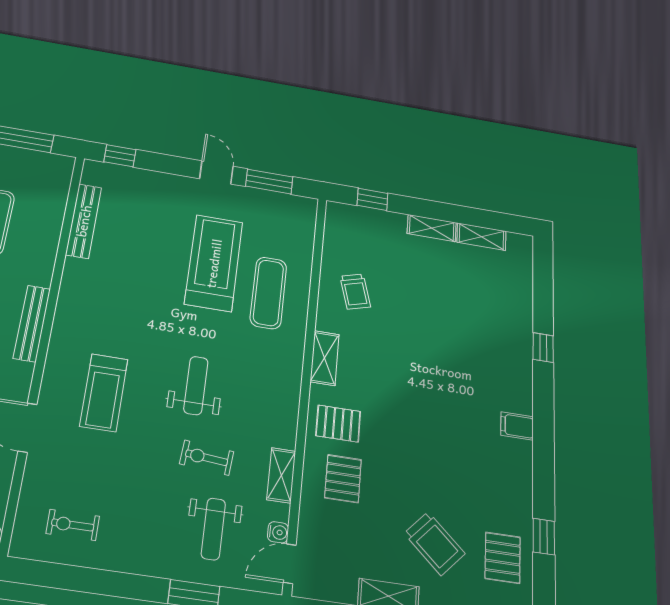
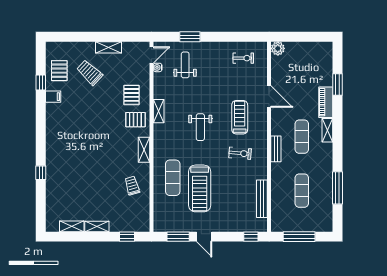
bench: (32, 323) -> (276, 149), width x0.73
filing cabinet: (517, 426) -> (53, 97), moved
exercise bike: (207, 458) -> (240, 153), moved
shelving: (281, 475) -> (159, 111), moved

